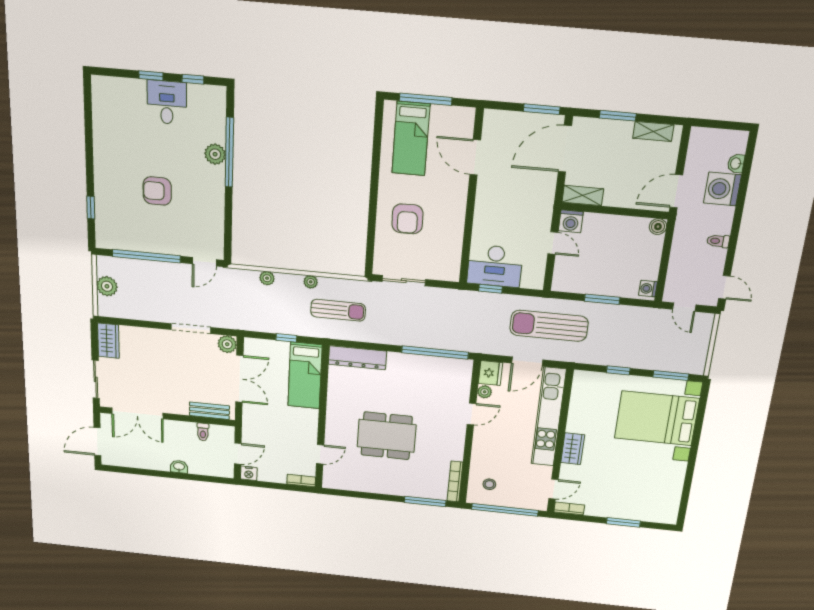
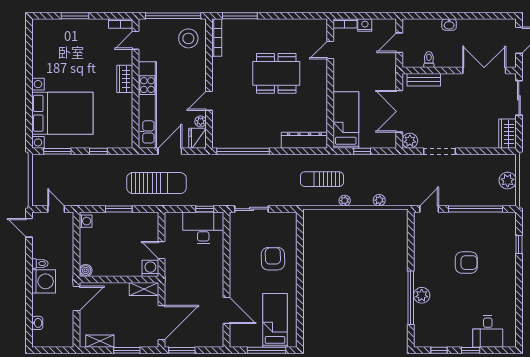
desk: (167, 102) -> (488, 331), moved
washing machine: (722, 189) -> (44, 281), moved
sliding door: (404, 281) -> (252, 209), moved
nightstand: (249, 473) -> (365, 25), moved
stool: (489, 484) -> (188, 38), width x1.89, depth x1.89

